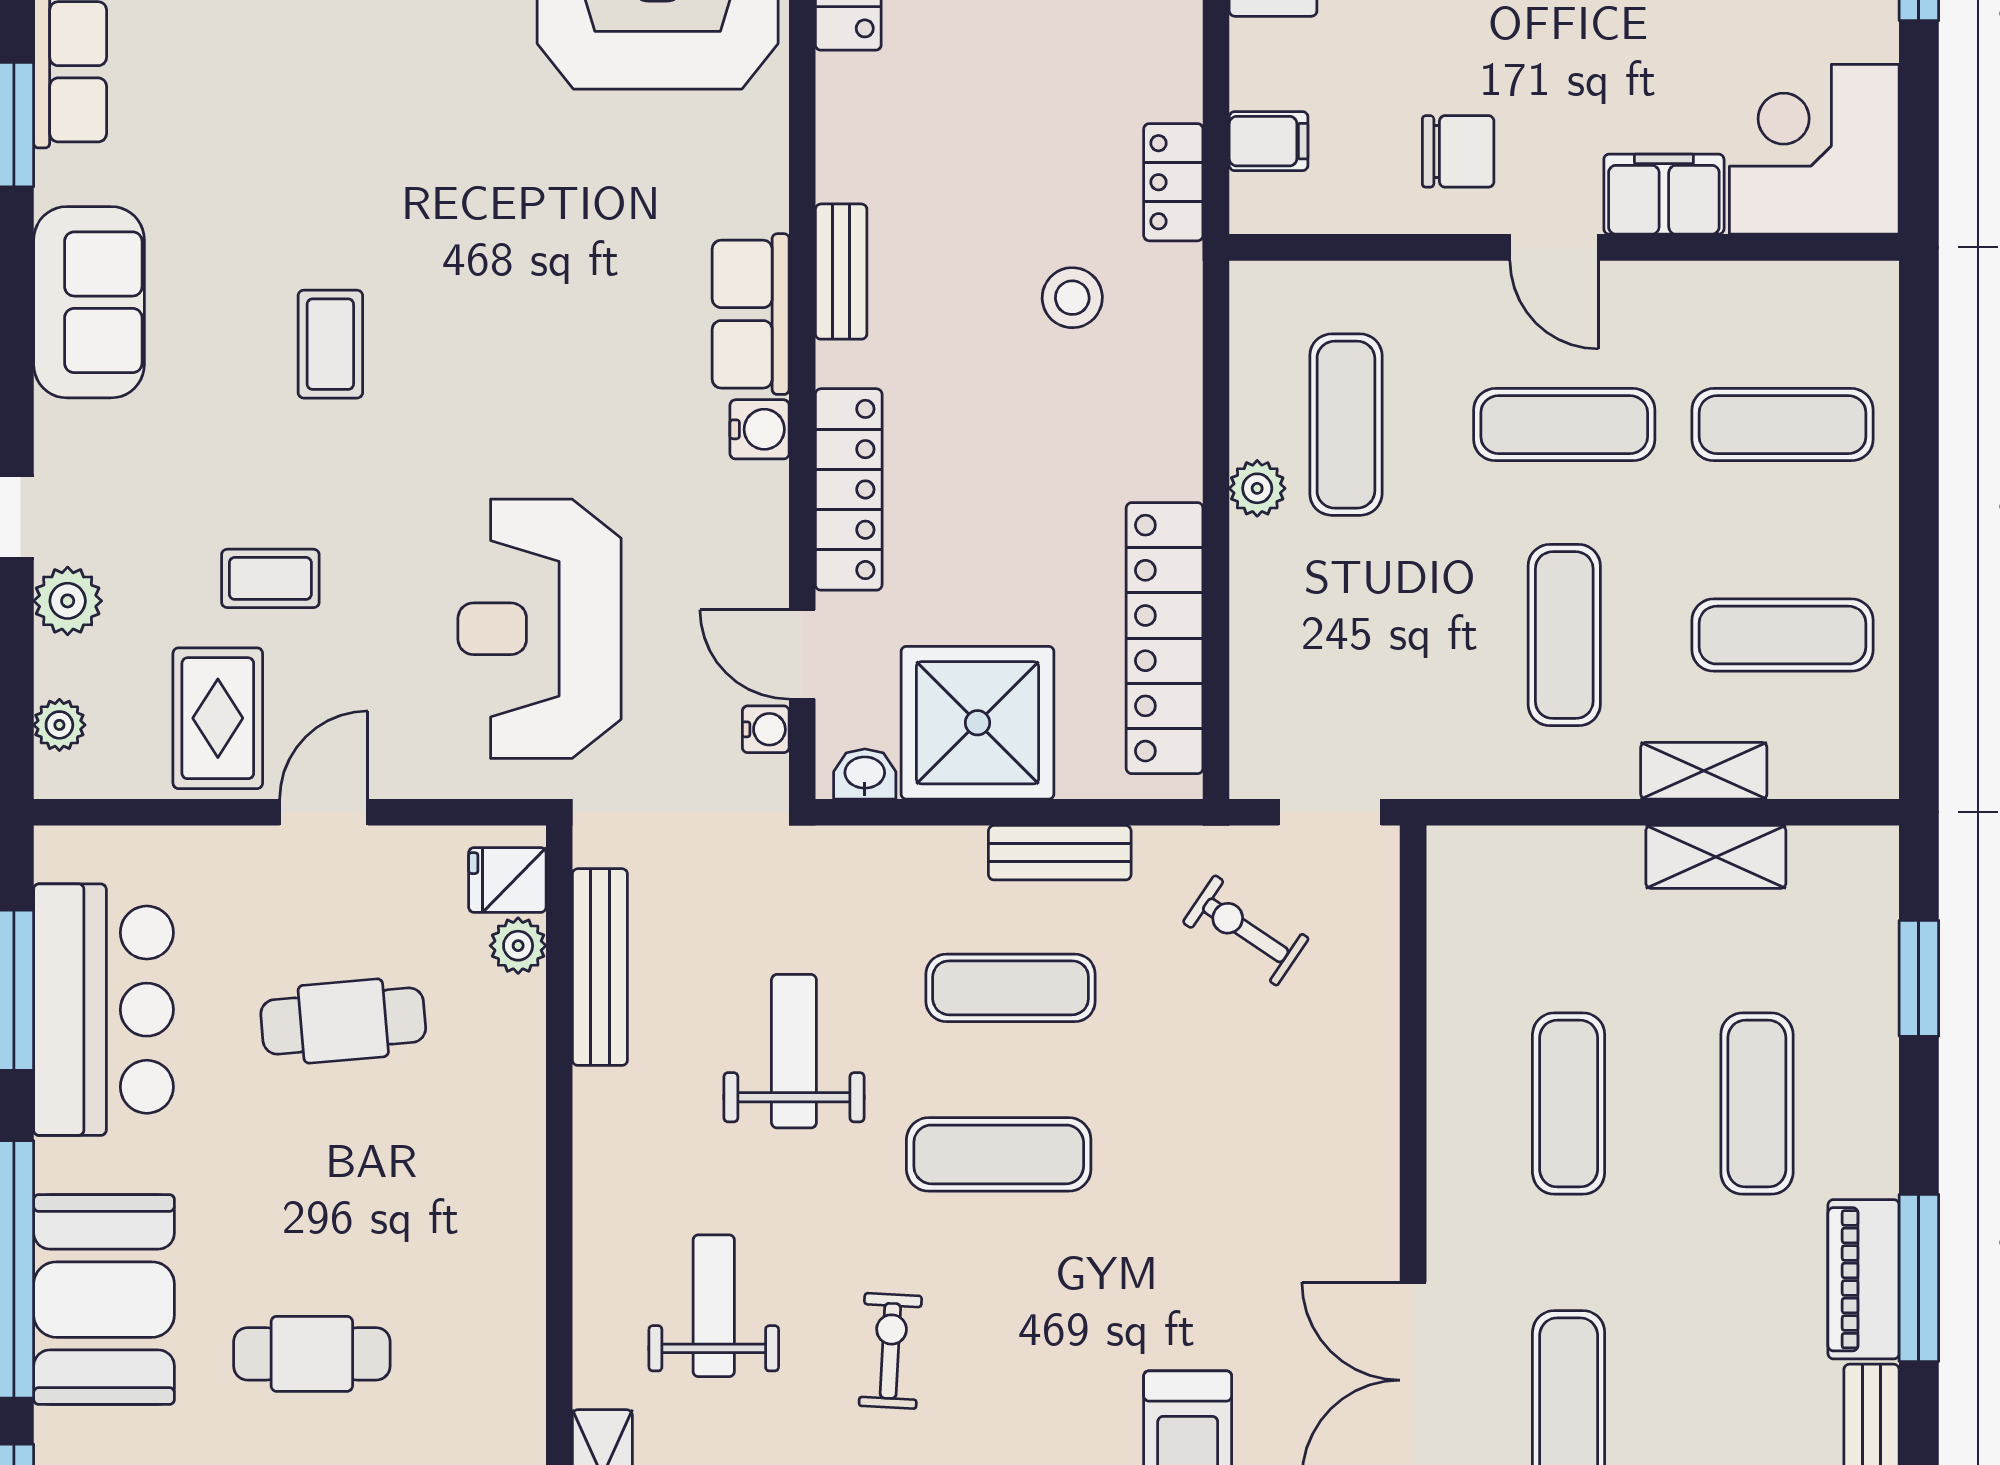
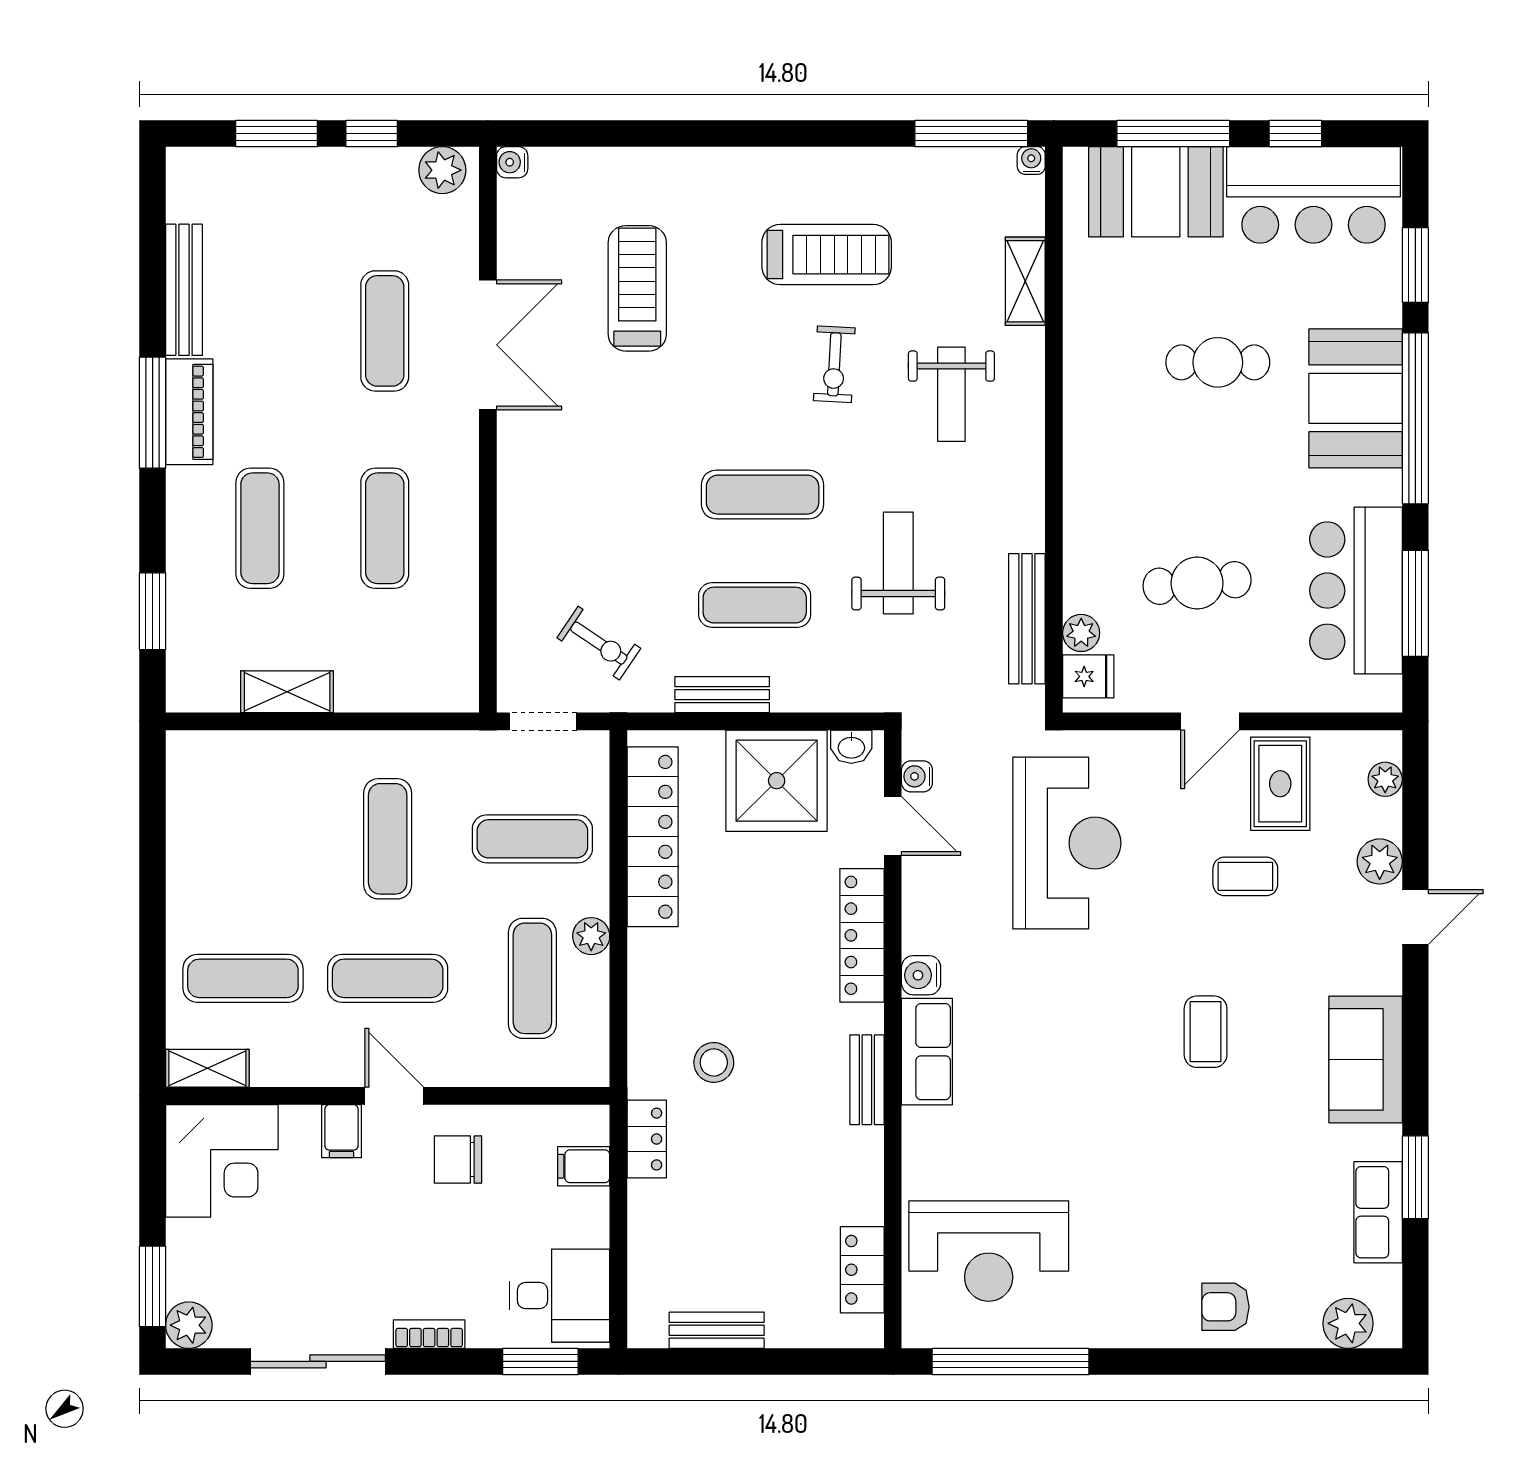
filing cabinet: (1664, 194) -> (341, 1131), width x0.50
exercise mat: (1783, 635) -> (532, 839), moved
shelving: (1704, 771) -> (207, 1068), moved
weight bench: (794, 1051) -> (898, 563), turned 180

